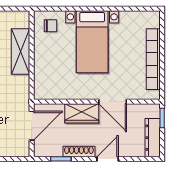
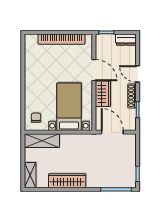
bed with nightstands: (92, 42) -> (69, 107), moved, turned -90
shelving: (20, 52) -> (42, 141), moved
door: (113, 102) -> (94, 70), hinge flipped
dresser: (153, 138) -> (126, 40), width x0.70

